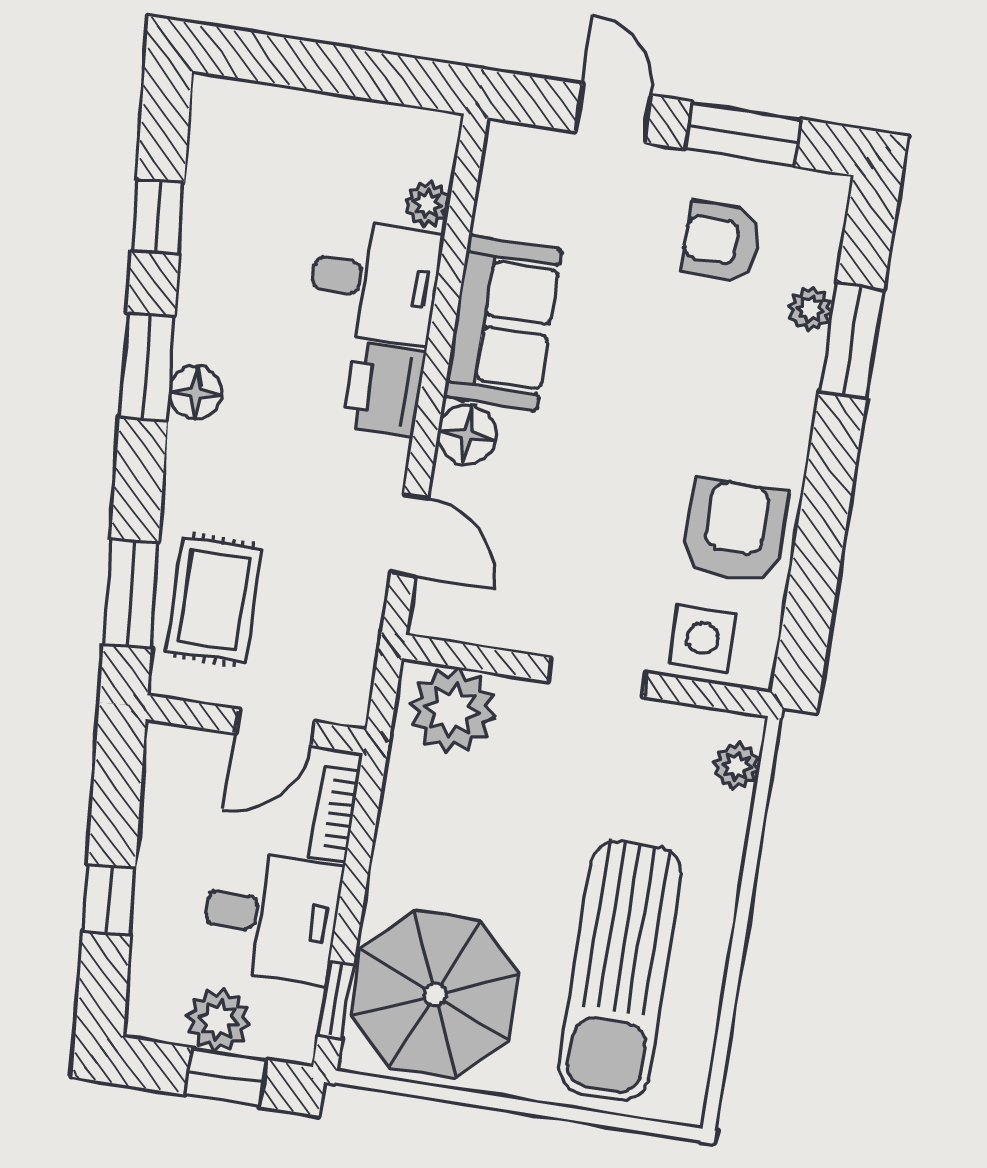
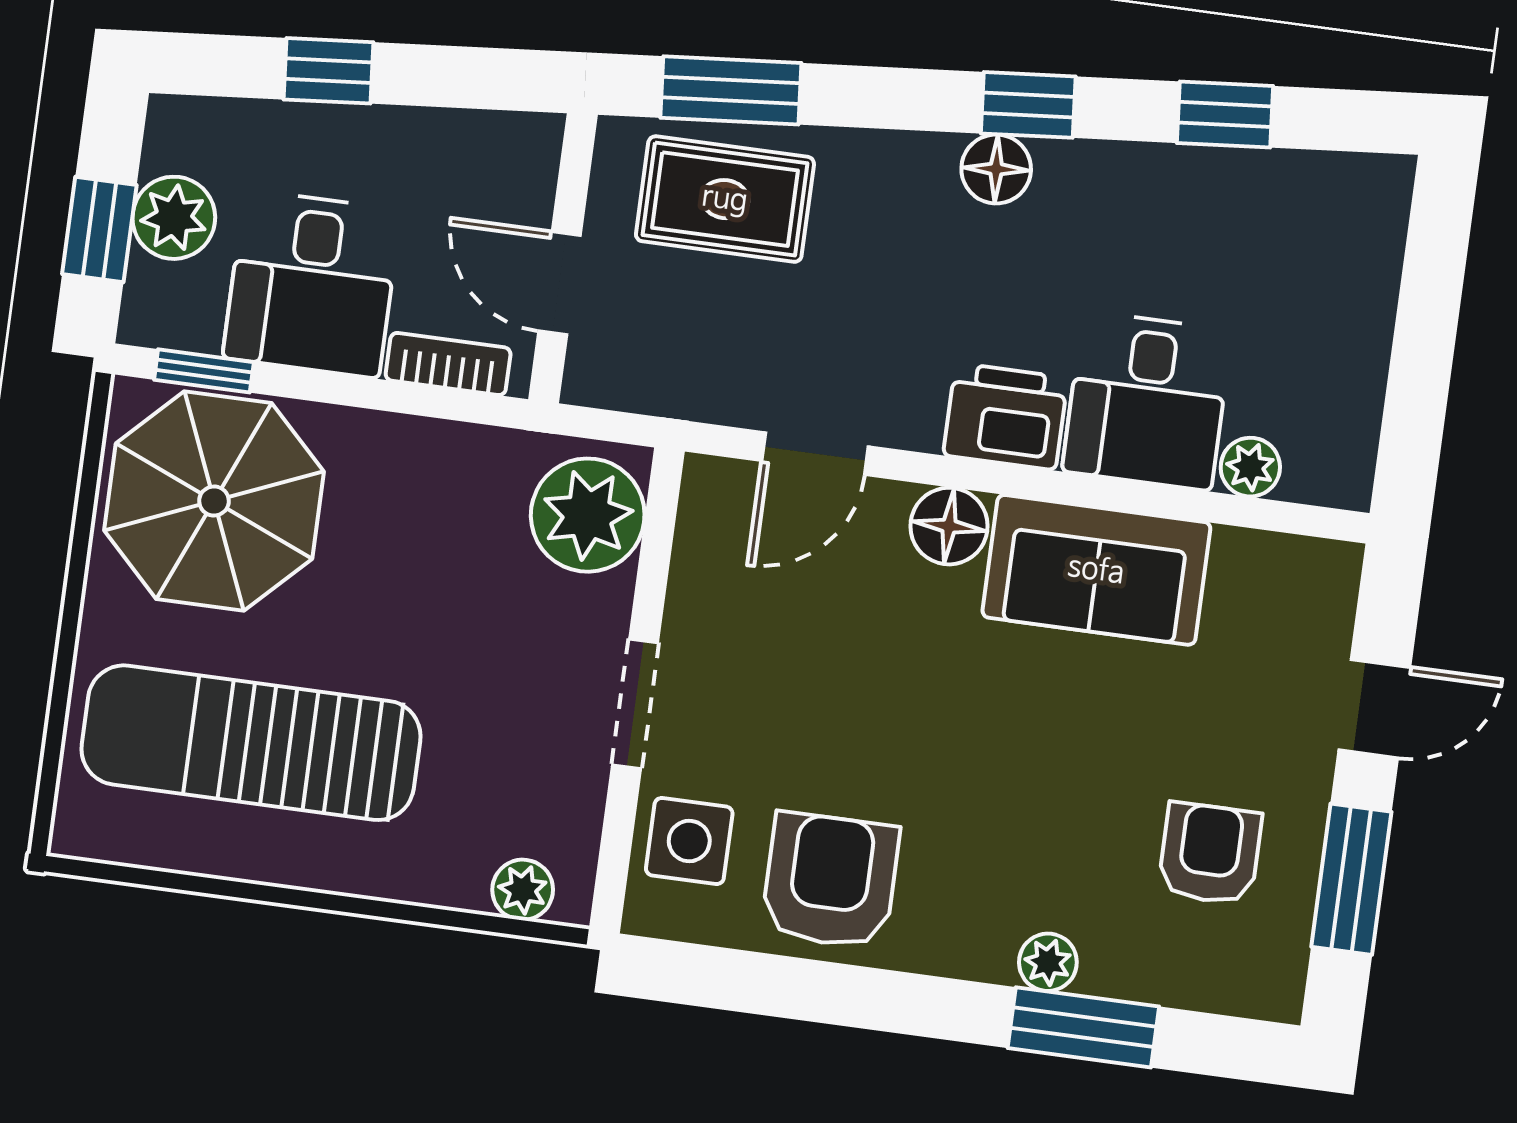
plant: (810, 309) -> (1048, 962), moved
window: (147, 367) -> (1028, 105), width x0.67
armchair: (735, 531) -> (830, 881), turned -90

